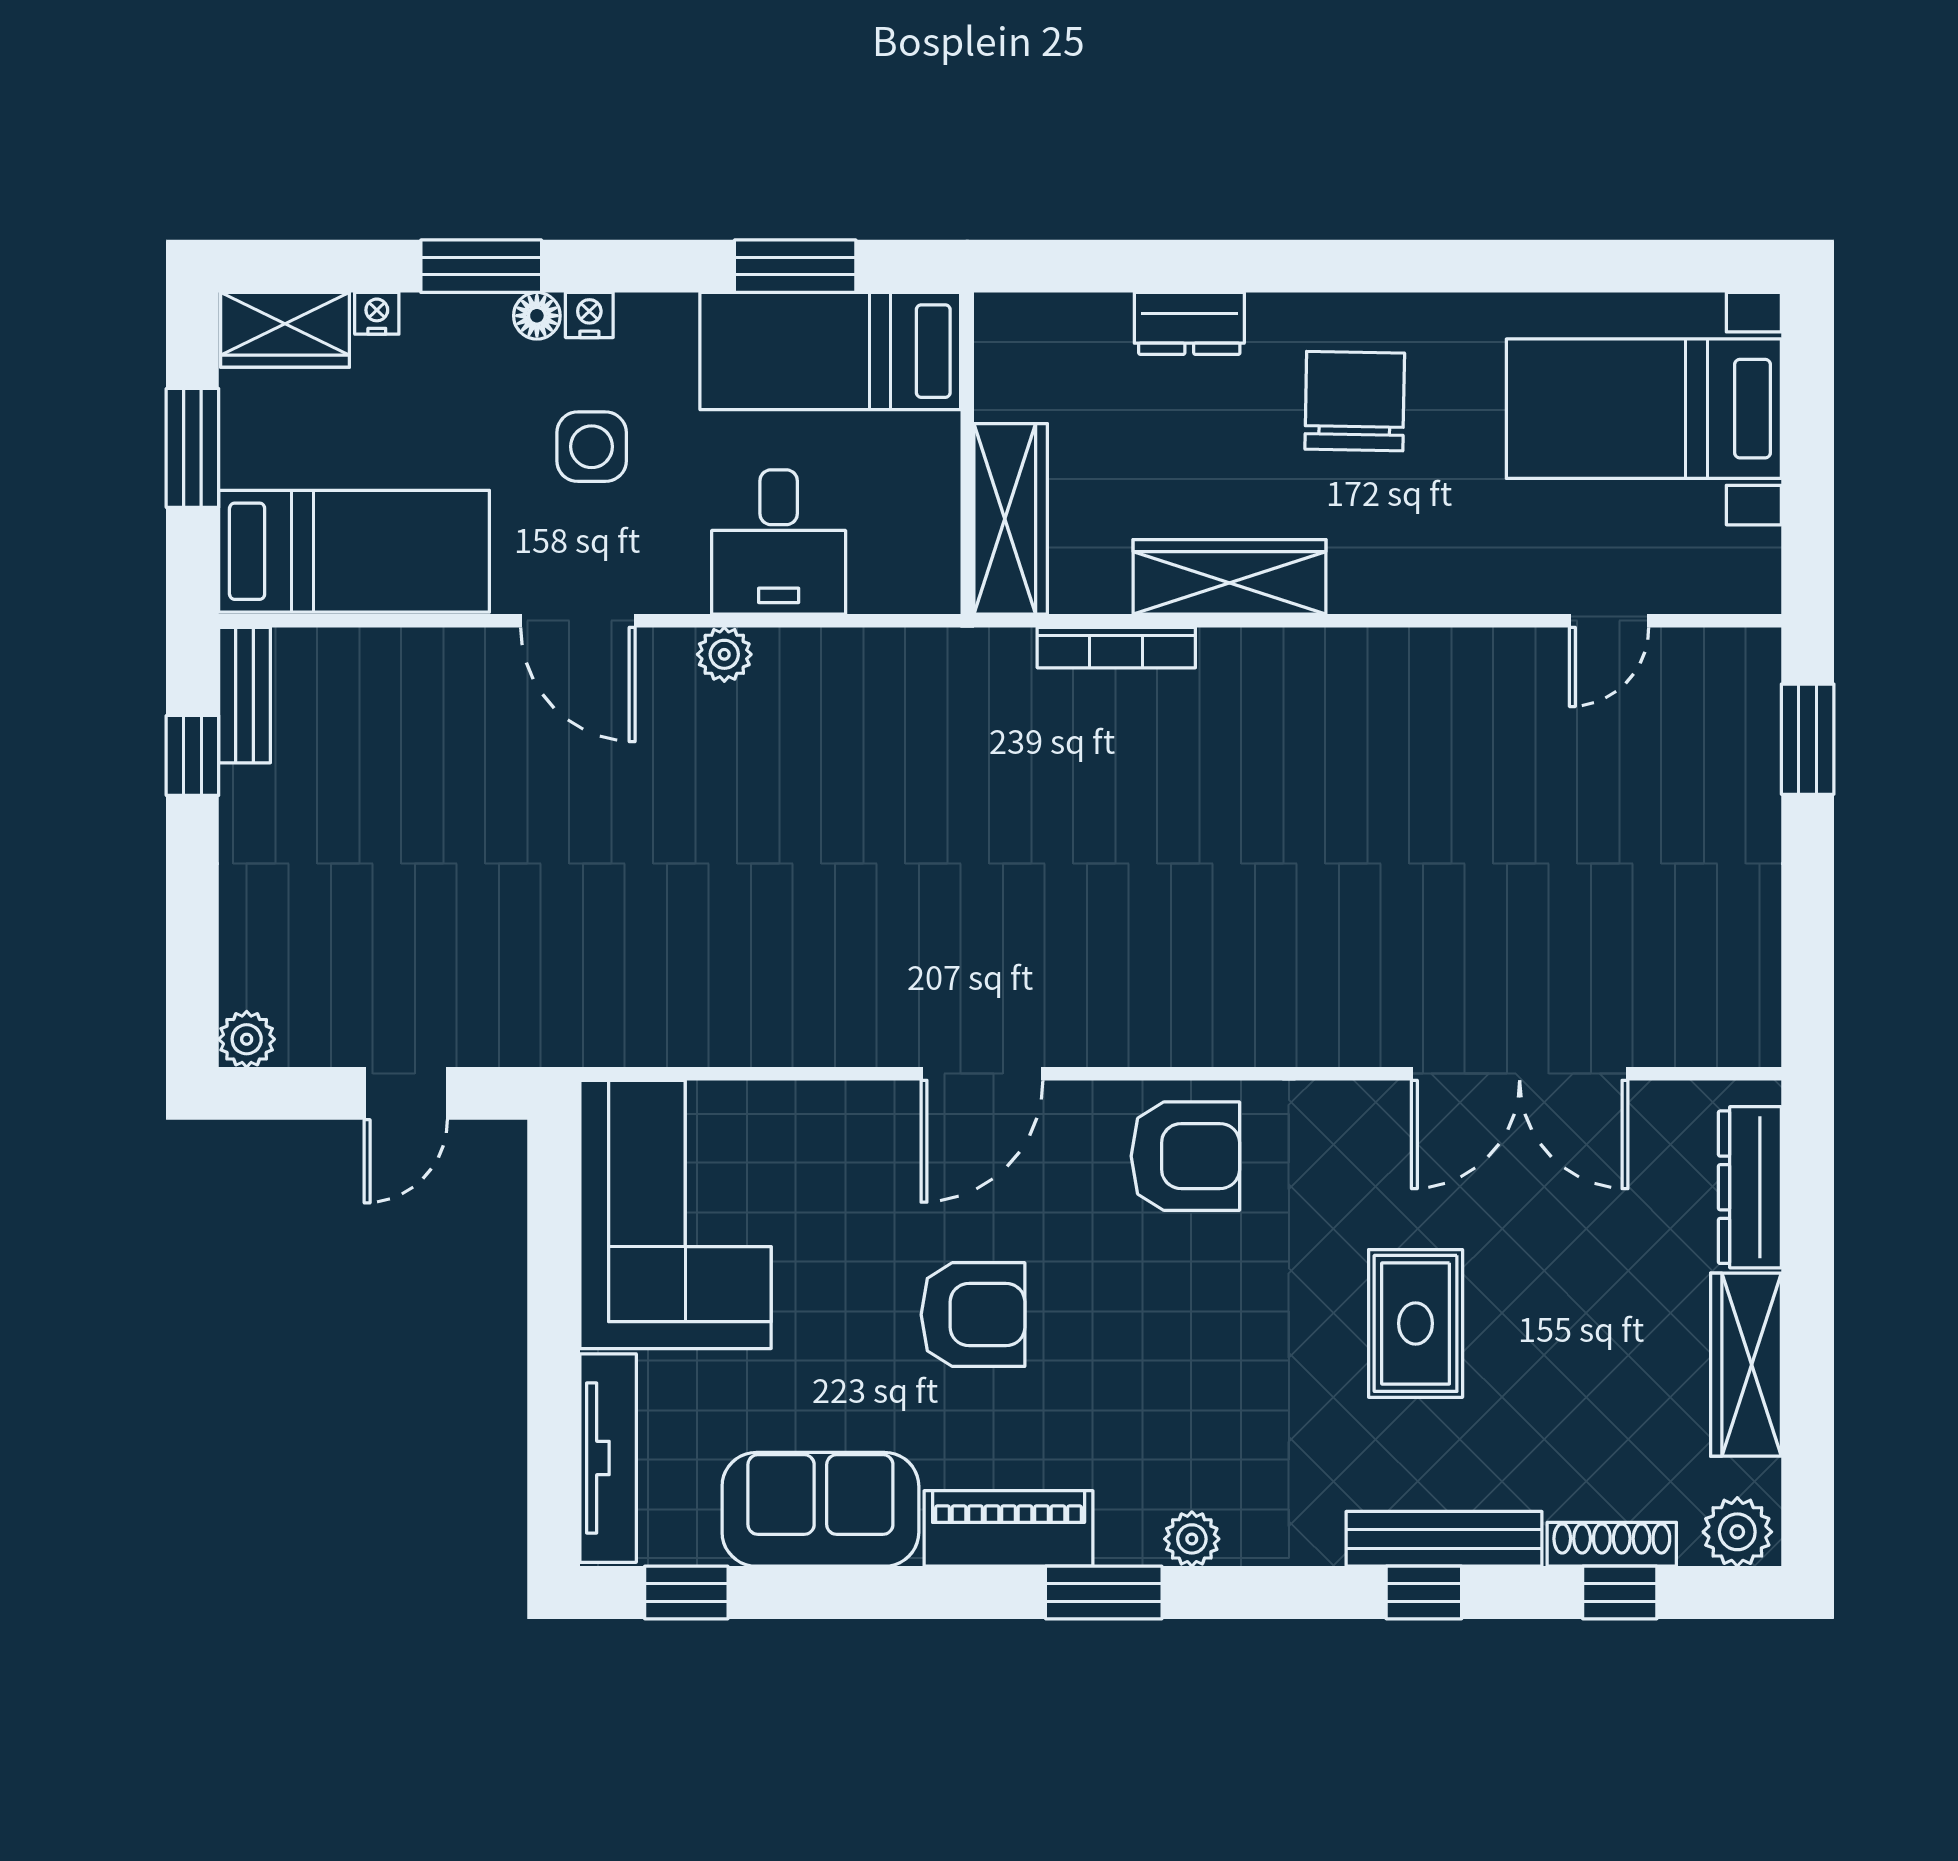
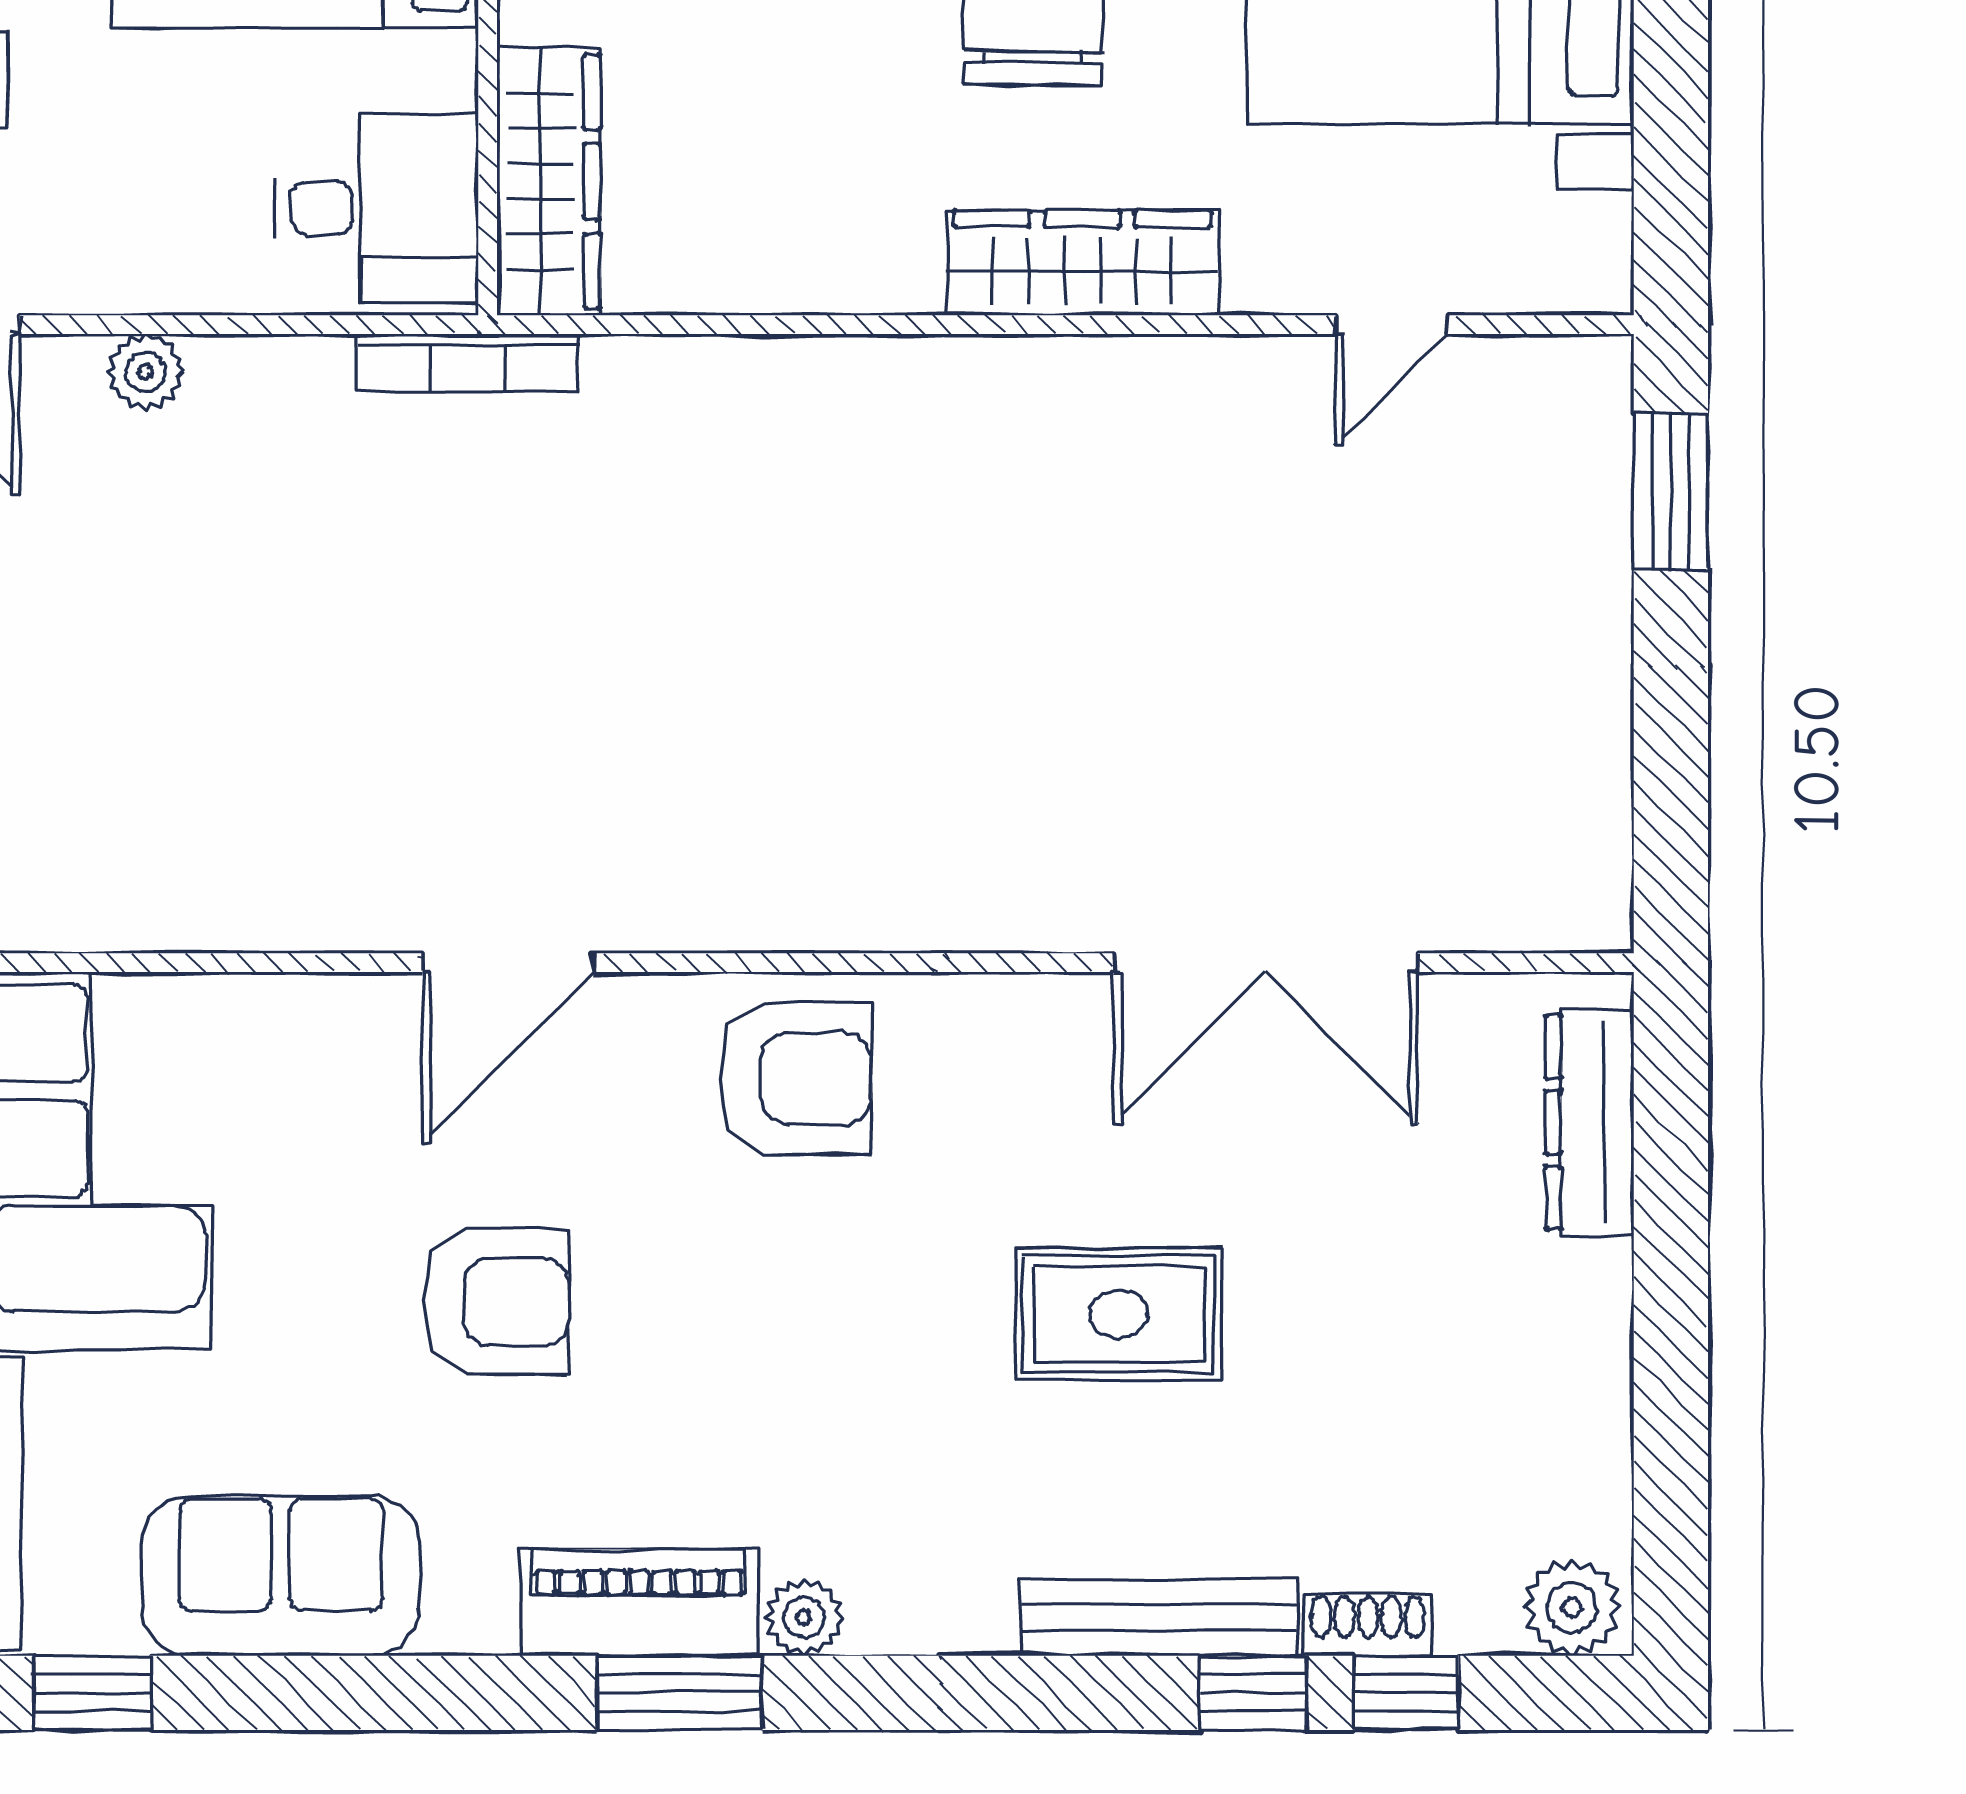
desk: (779, 542) -> (377, 208), moved, turned -90
wardrobe: (1230, 577) -> (1083, 263), moved
bookcase: (1116, 648) -> (468, 362), moved
rug: (1416, 1323) -> (1119, 1314), turned 90
wardrobe: (1746, 1365) -> (1584, 1372), removed
piano: (1009, 1528) -> (639, 1603), moved
shoe rack: (1612, 1544) -> (1368, 1625), width x0.70
window: (1424, 1592) -> (1253, 1693), moved

